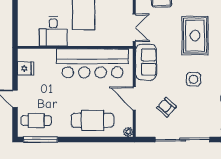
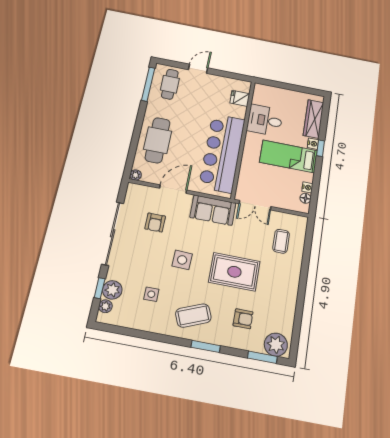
fridge: (26, 68) -> (240, 98), moved, turned 90
armchair: (166, 107) -> (155, 223), turned 138

